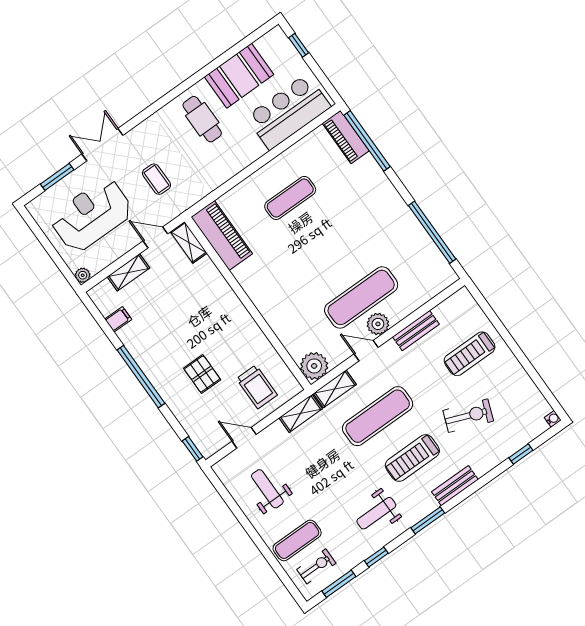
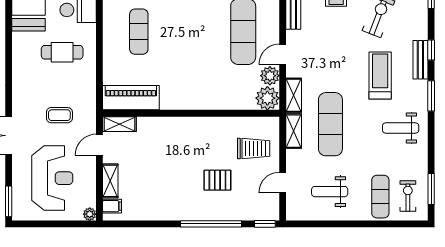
cafe table: (202, 119) -> (62, 52), moved
window: (57, 177) -> (9, 201), moved
reception desk: (92, 215) -> (52, 178), turned 180
filing cabinet: (118, 319) -> (112, 206), moved, turned 90
plant: (378, 324) -> (270, 76), moved
window: (141, 377) -> (211, 224), moved
exercise mat: (378, 416) -> (330, 124), moved
treadmill: (412, 458) -> (380, 76), turned 180
weight bench: (376, 513) -> (401, 128), turned 90
window: (376, 557) -> (431, 50), moved

